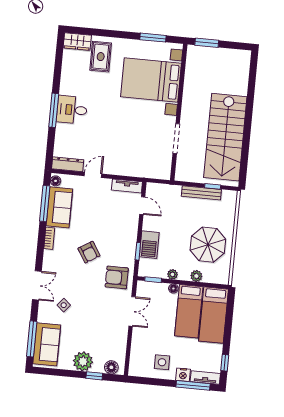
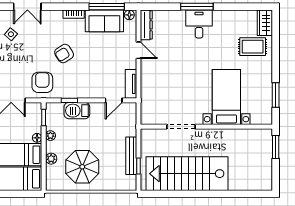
bed with nightstands: (151, 80) -> (226, 97), width x0.73

